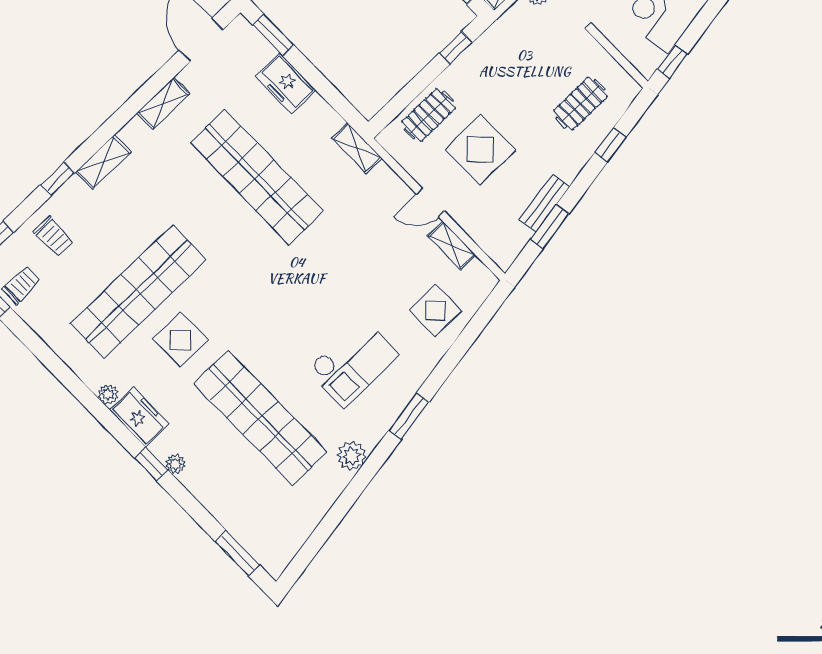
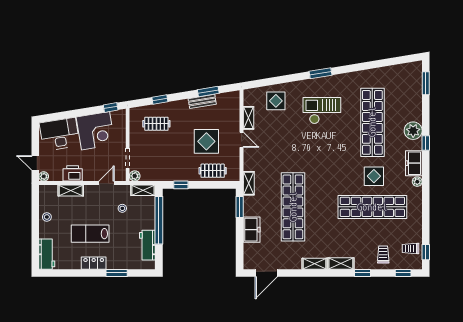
window: (273, 35) -> (240, 207), moved
shelving: (163, 103) -> (314, 264), moved
plant: (352, 456) -> (354, 79), removed
plant: (175, 464) -> (413, 131), width x1.88, depth x1.88

